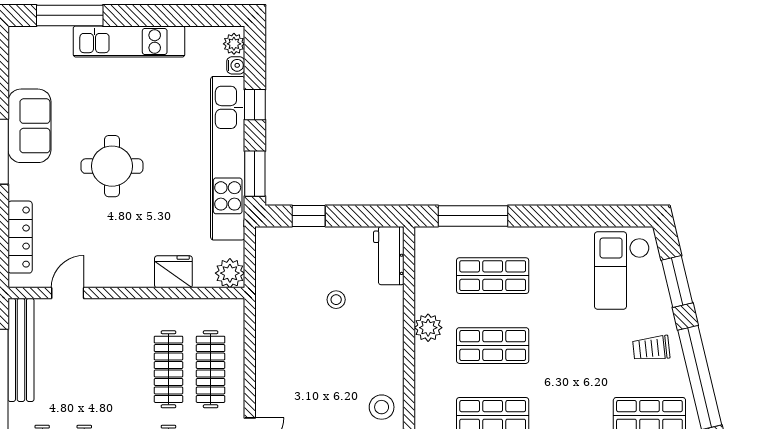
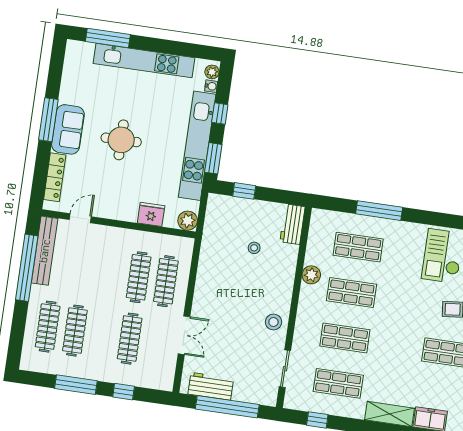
kitchen unit: (129, 41) -> (144, 61), width x1.36
sofa: (29, 126) -> (68, 129), moved
window: (473, 216) -> (379, 211), moved

